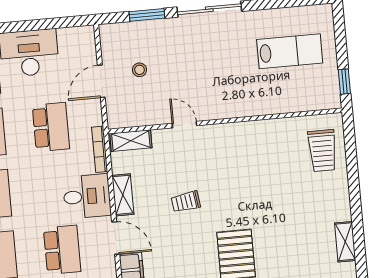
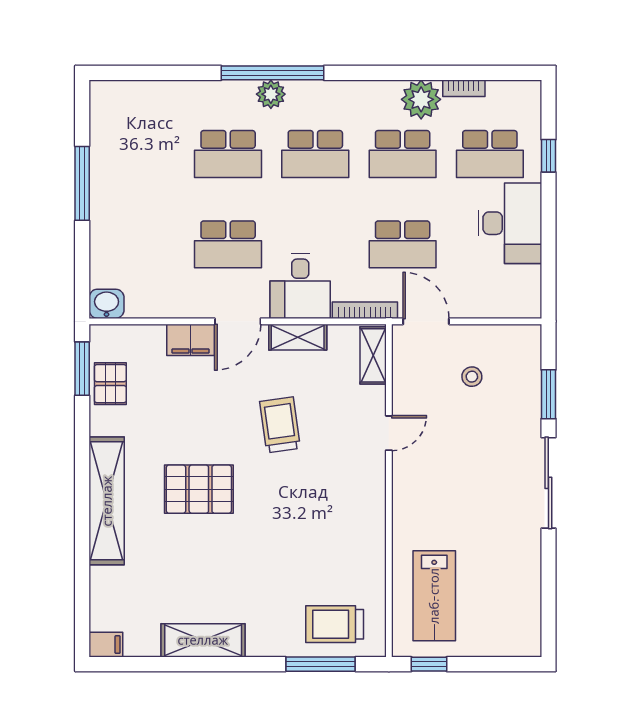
lab bench: (290, 51) -> (434, 596), moved
door: (101, 81) -> (426, 321), moved
window: (351, 158) -> (321, 664), added
trolley: (186, 202) -> (280, 425), width x1.36, depth x1.39
shelving: (345, 242) -> (203, 640), width x1.50, depth x1.33

